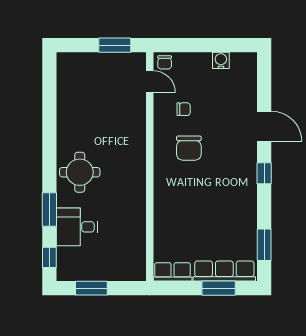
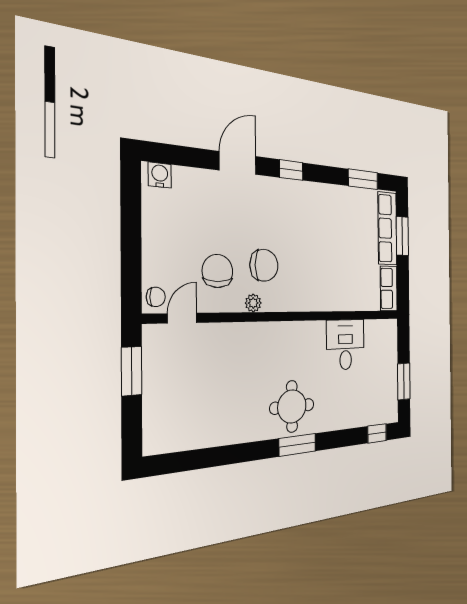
water cooler: (221, 60) -> (160, 175), moved, turned 90
chair: (184, 109) -> (218, 271), width x1.87, depth x1.87
plant: (160, 139) -> (253, 303), added
window: (49, 210) -> (297, 445), moved
desk: (77, 227) -> (346, 345), moved, turned 180

